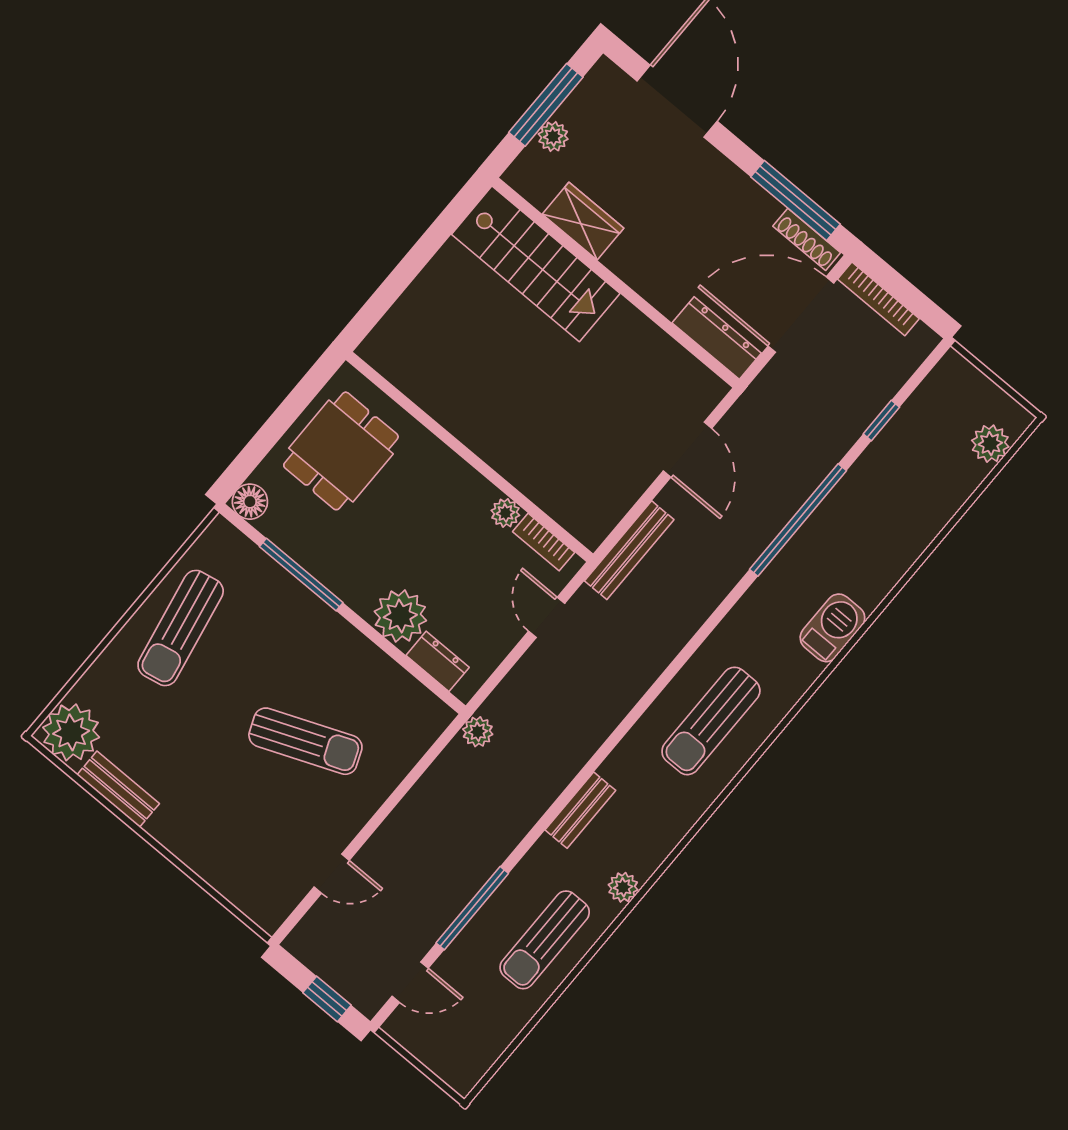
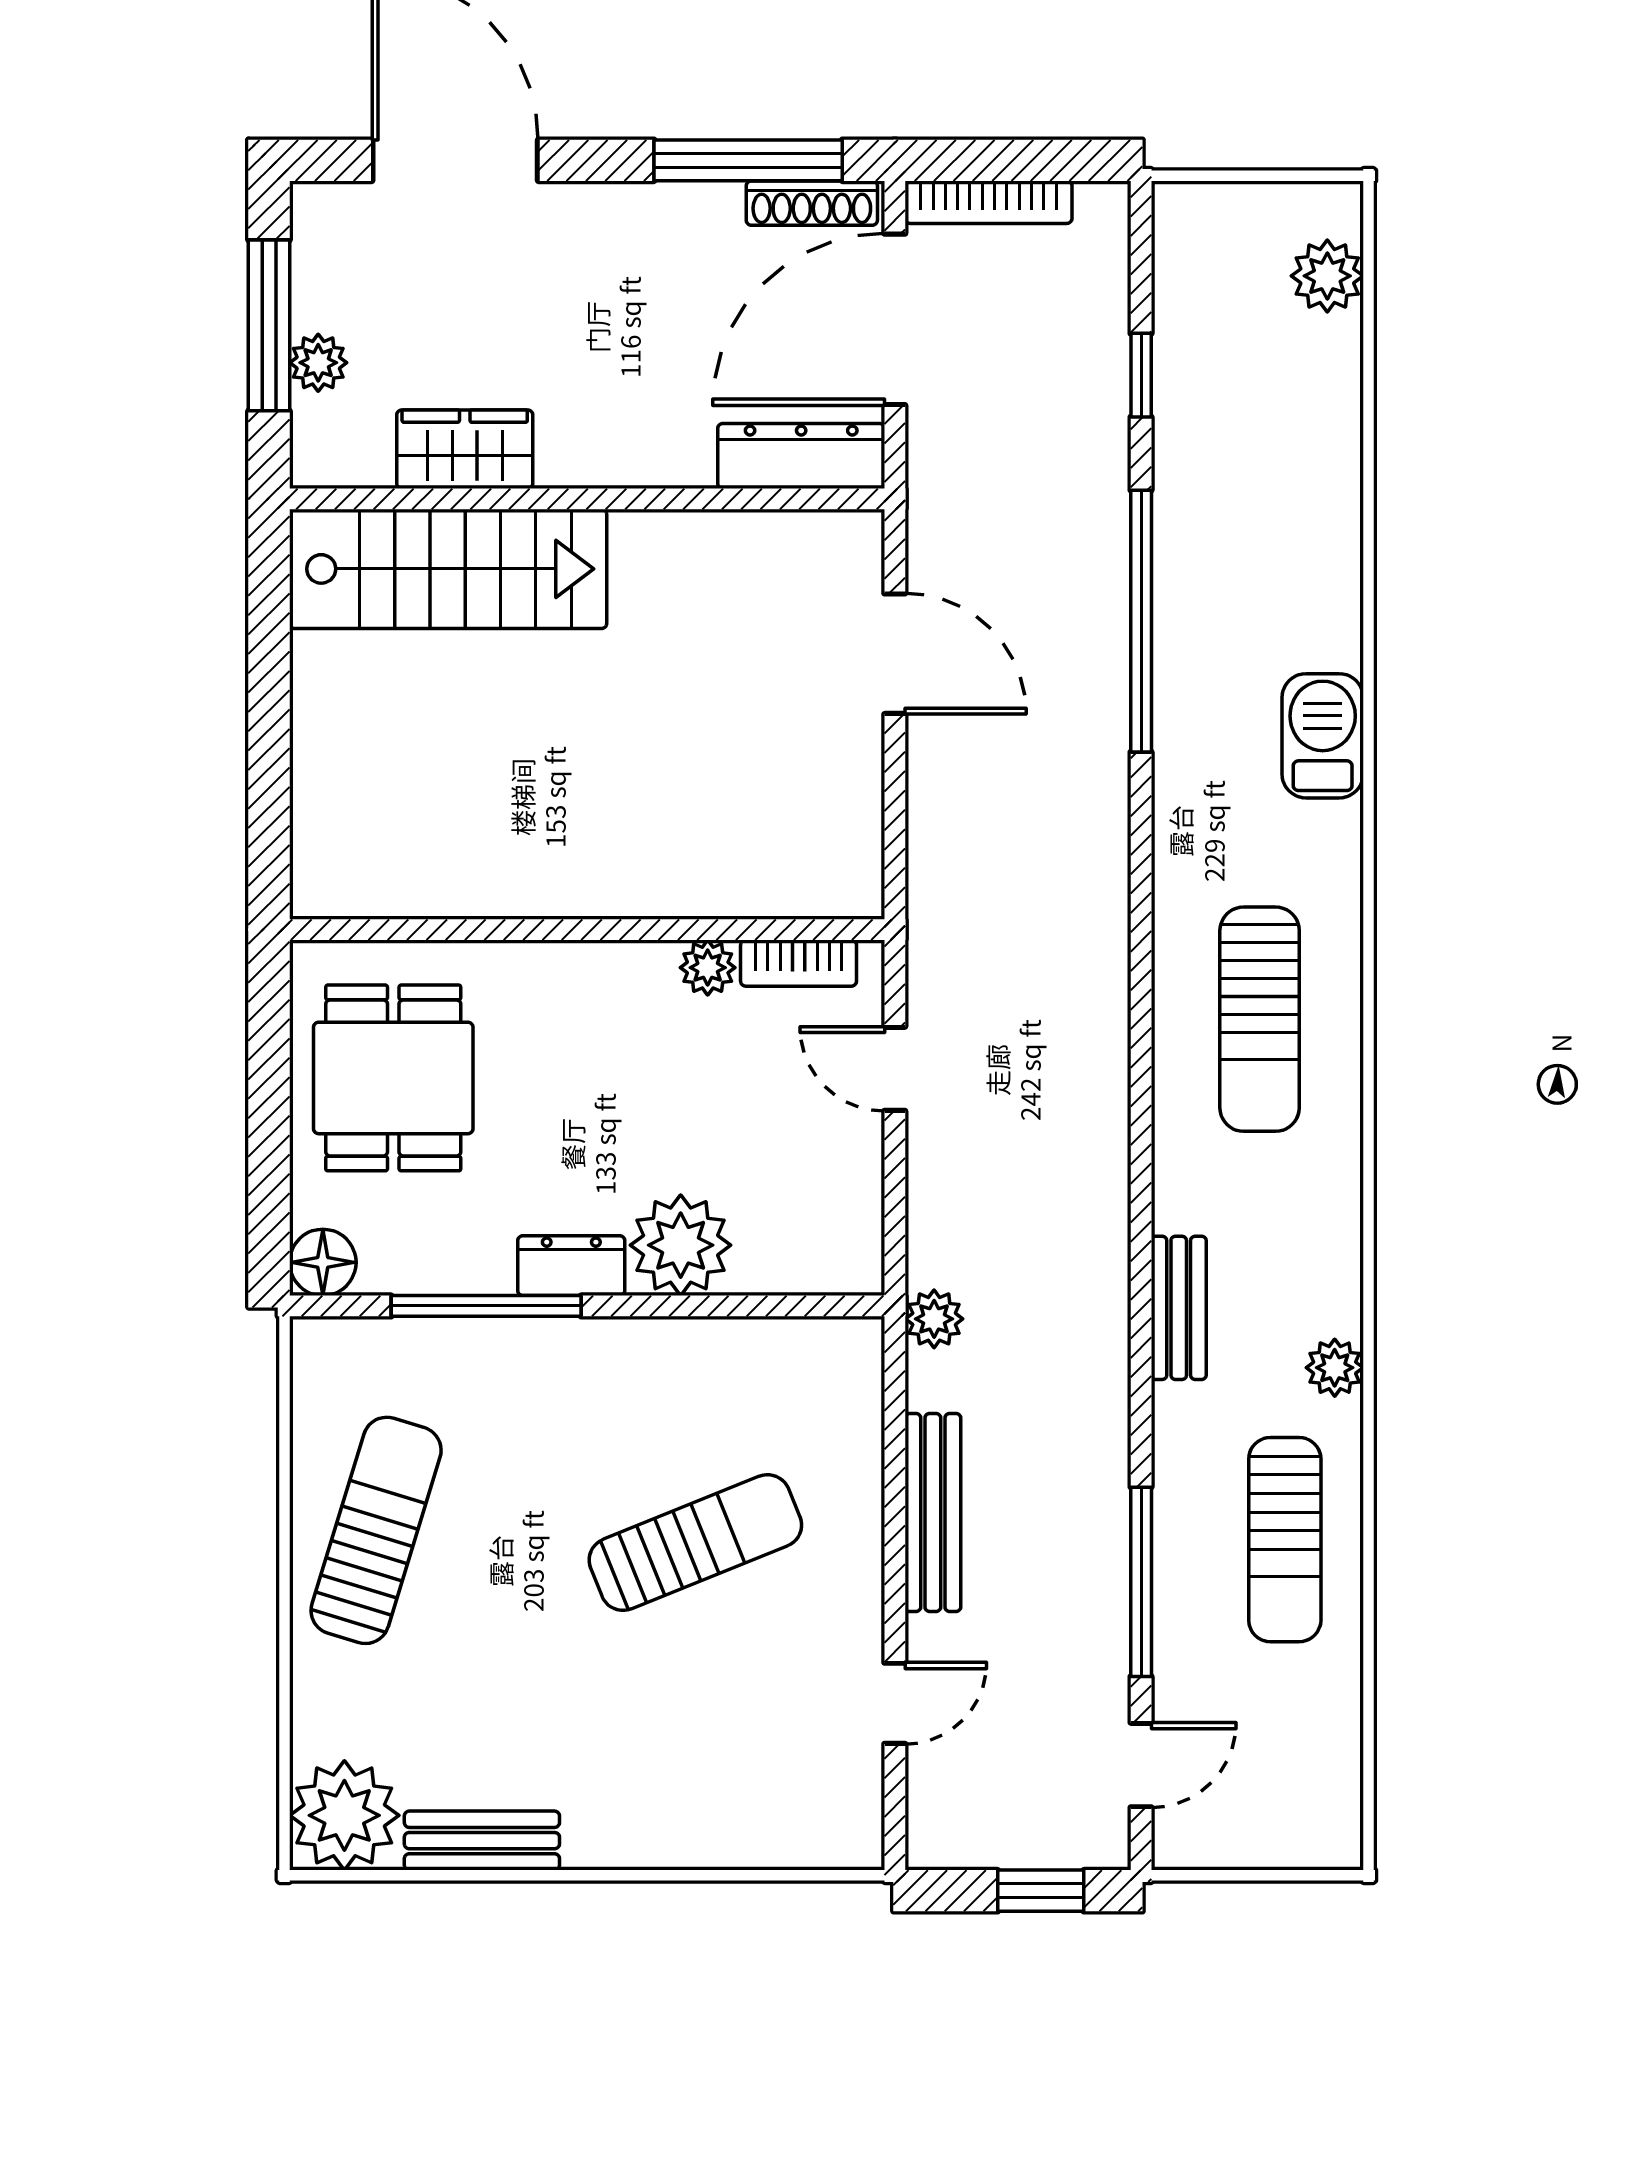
bench: (629, 550) -> (933, 1512), moved
sun lounger: (181, 628) -> (376, 1530), turned -152
dresser: (438, 661) -> (571, 1266), moved

